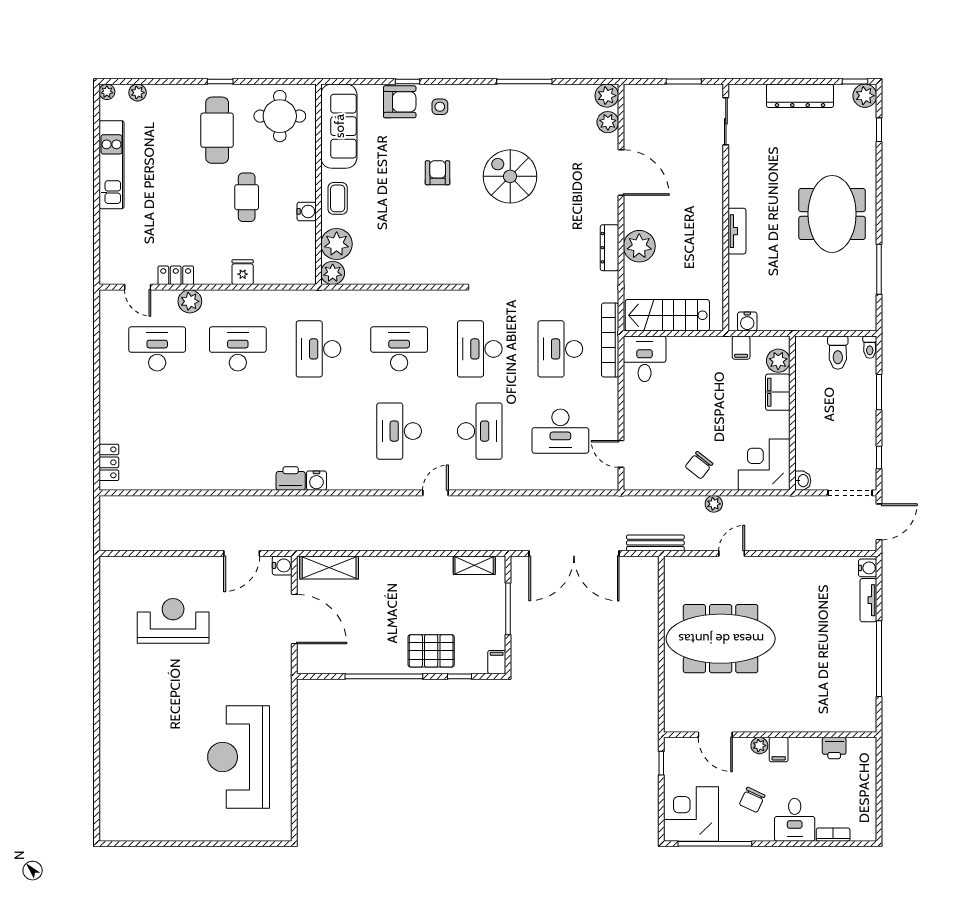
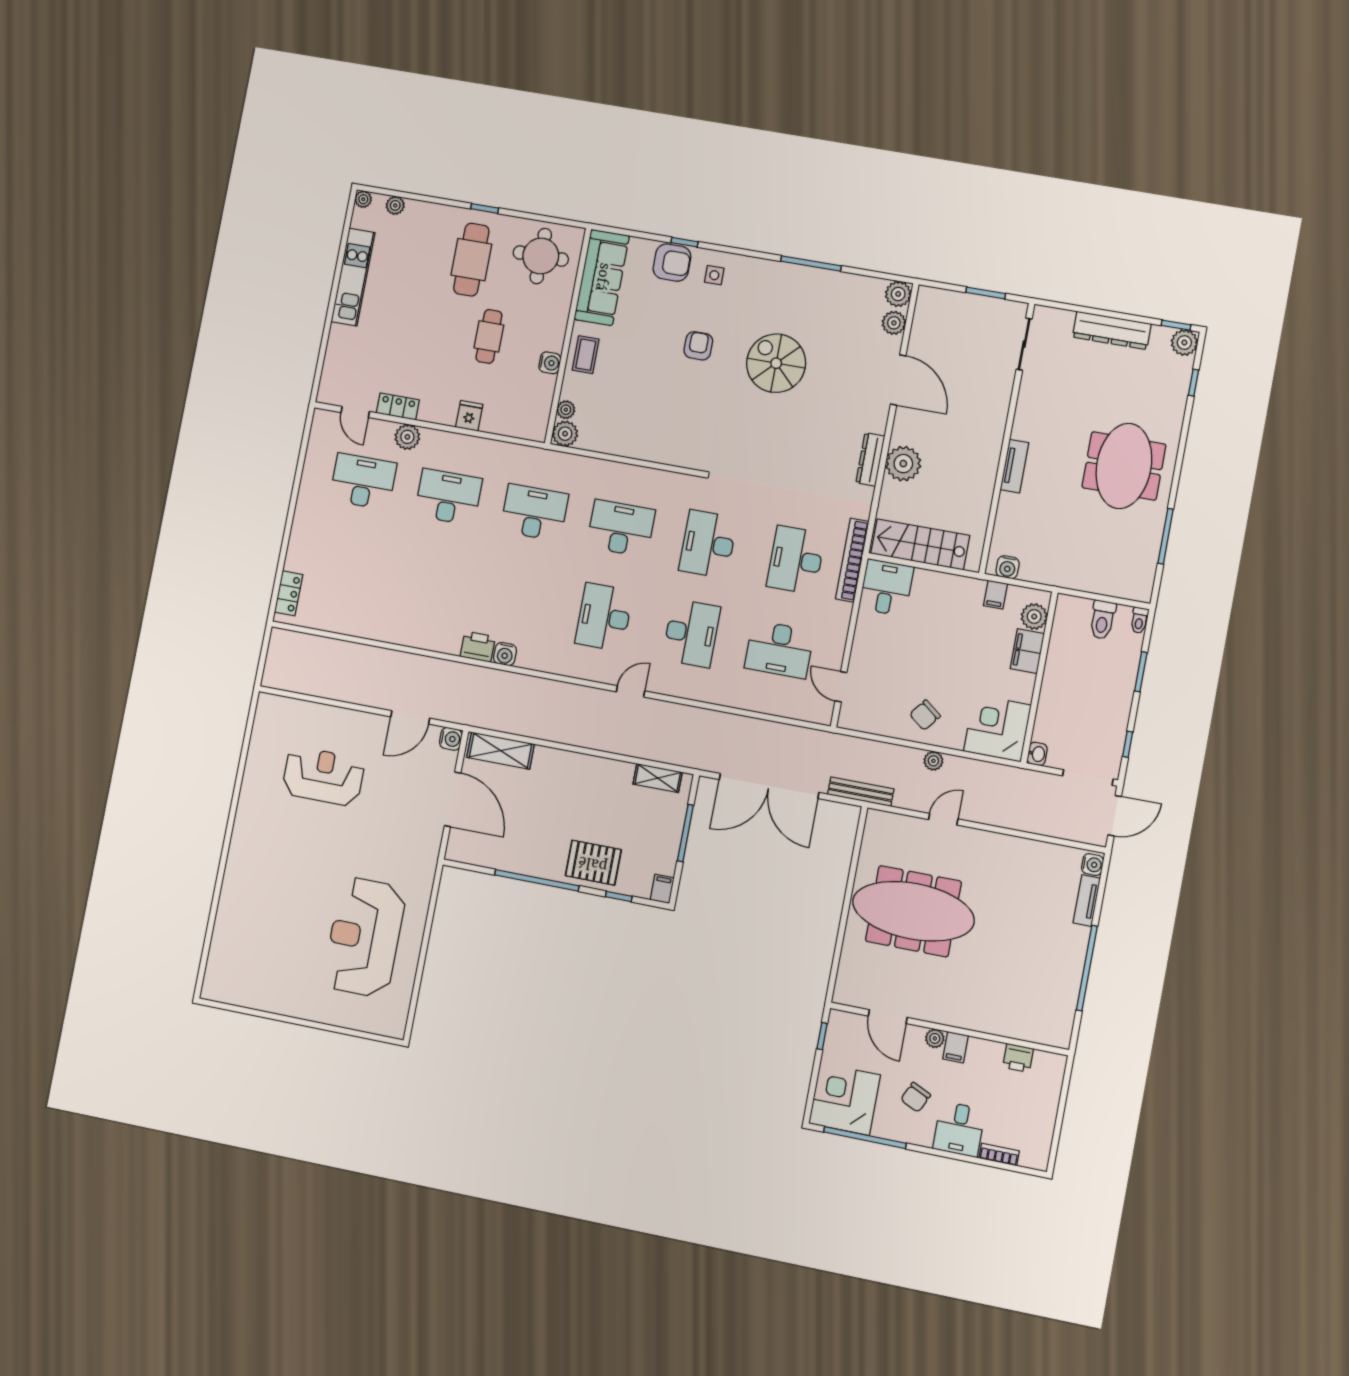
plant: (337, 244) -> (566, 410), width x0.53, depth x0.53
desk: (318, 349) -> (534, 513), turned 90

